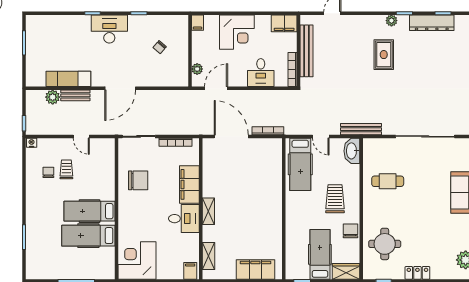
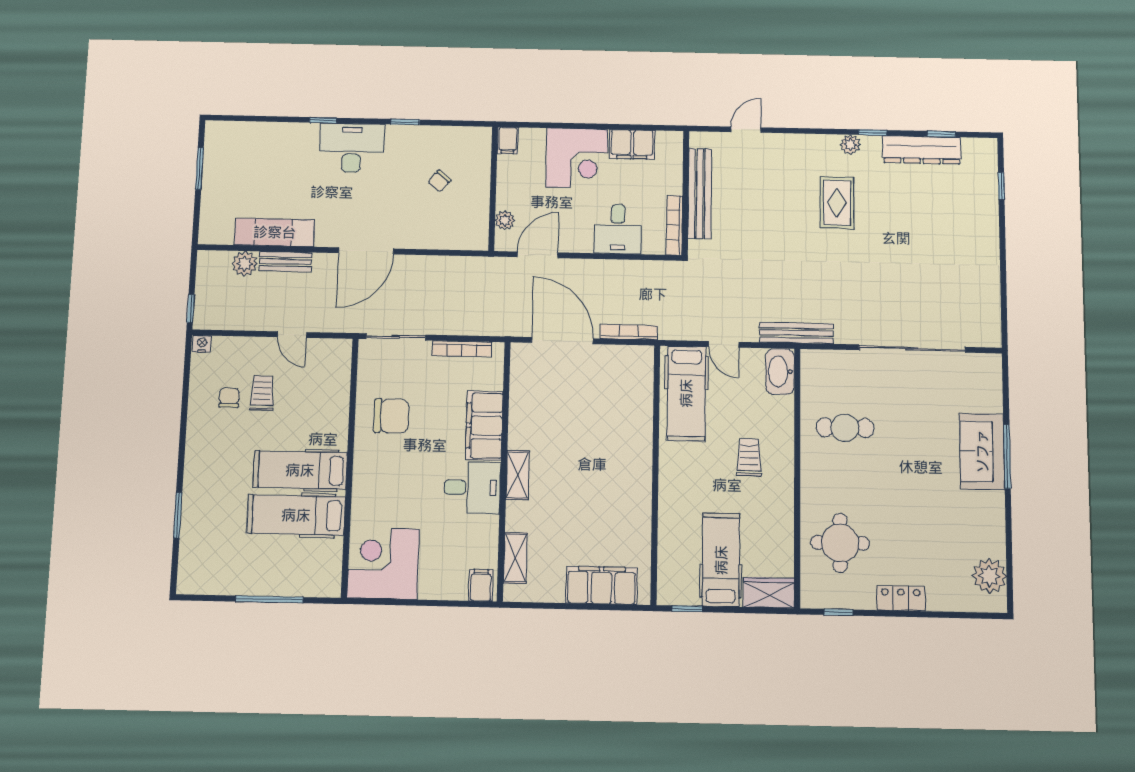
filing cabinet: (284, 23) -> (632, 144), moved
trolley: (335, 199) -> (749, 457), width x0.73, depth x0.72
chair: (350, 231) -> (777, 517), removed

